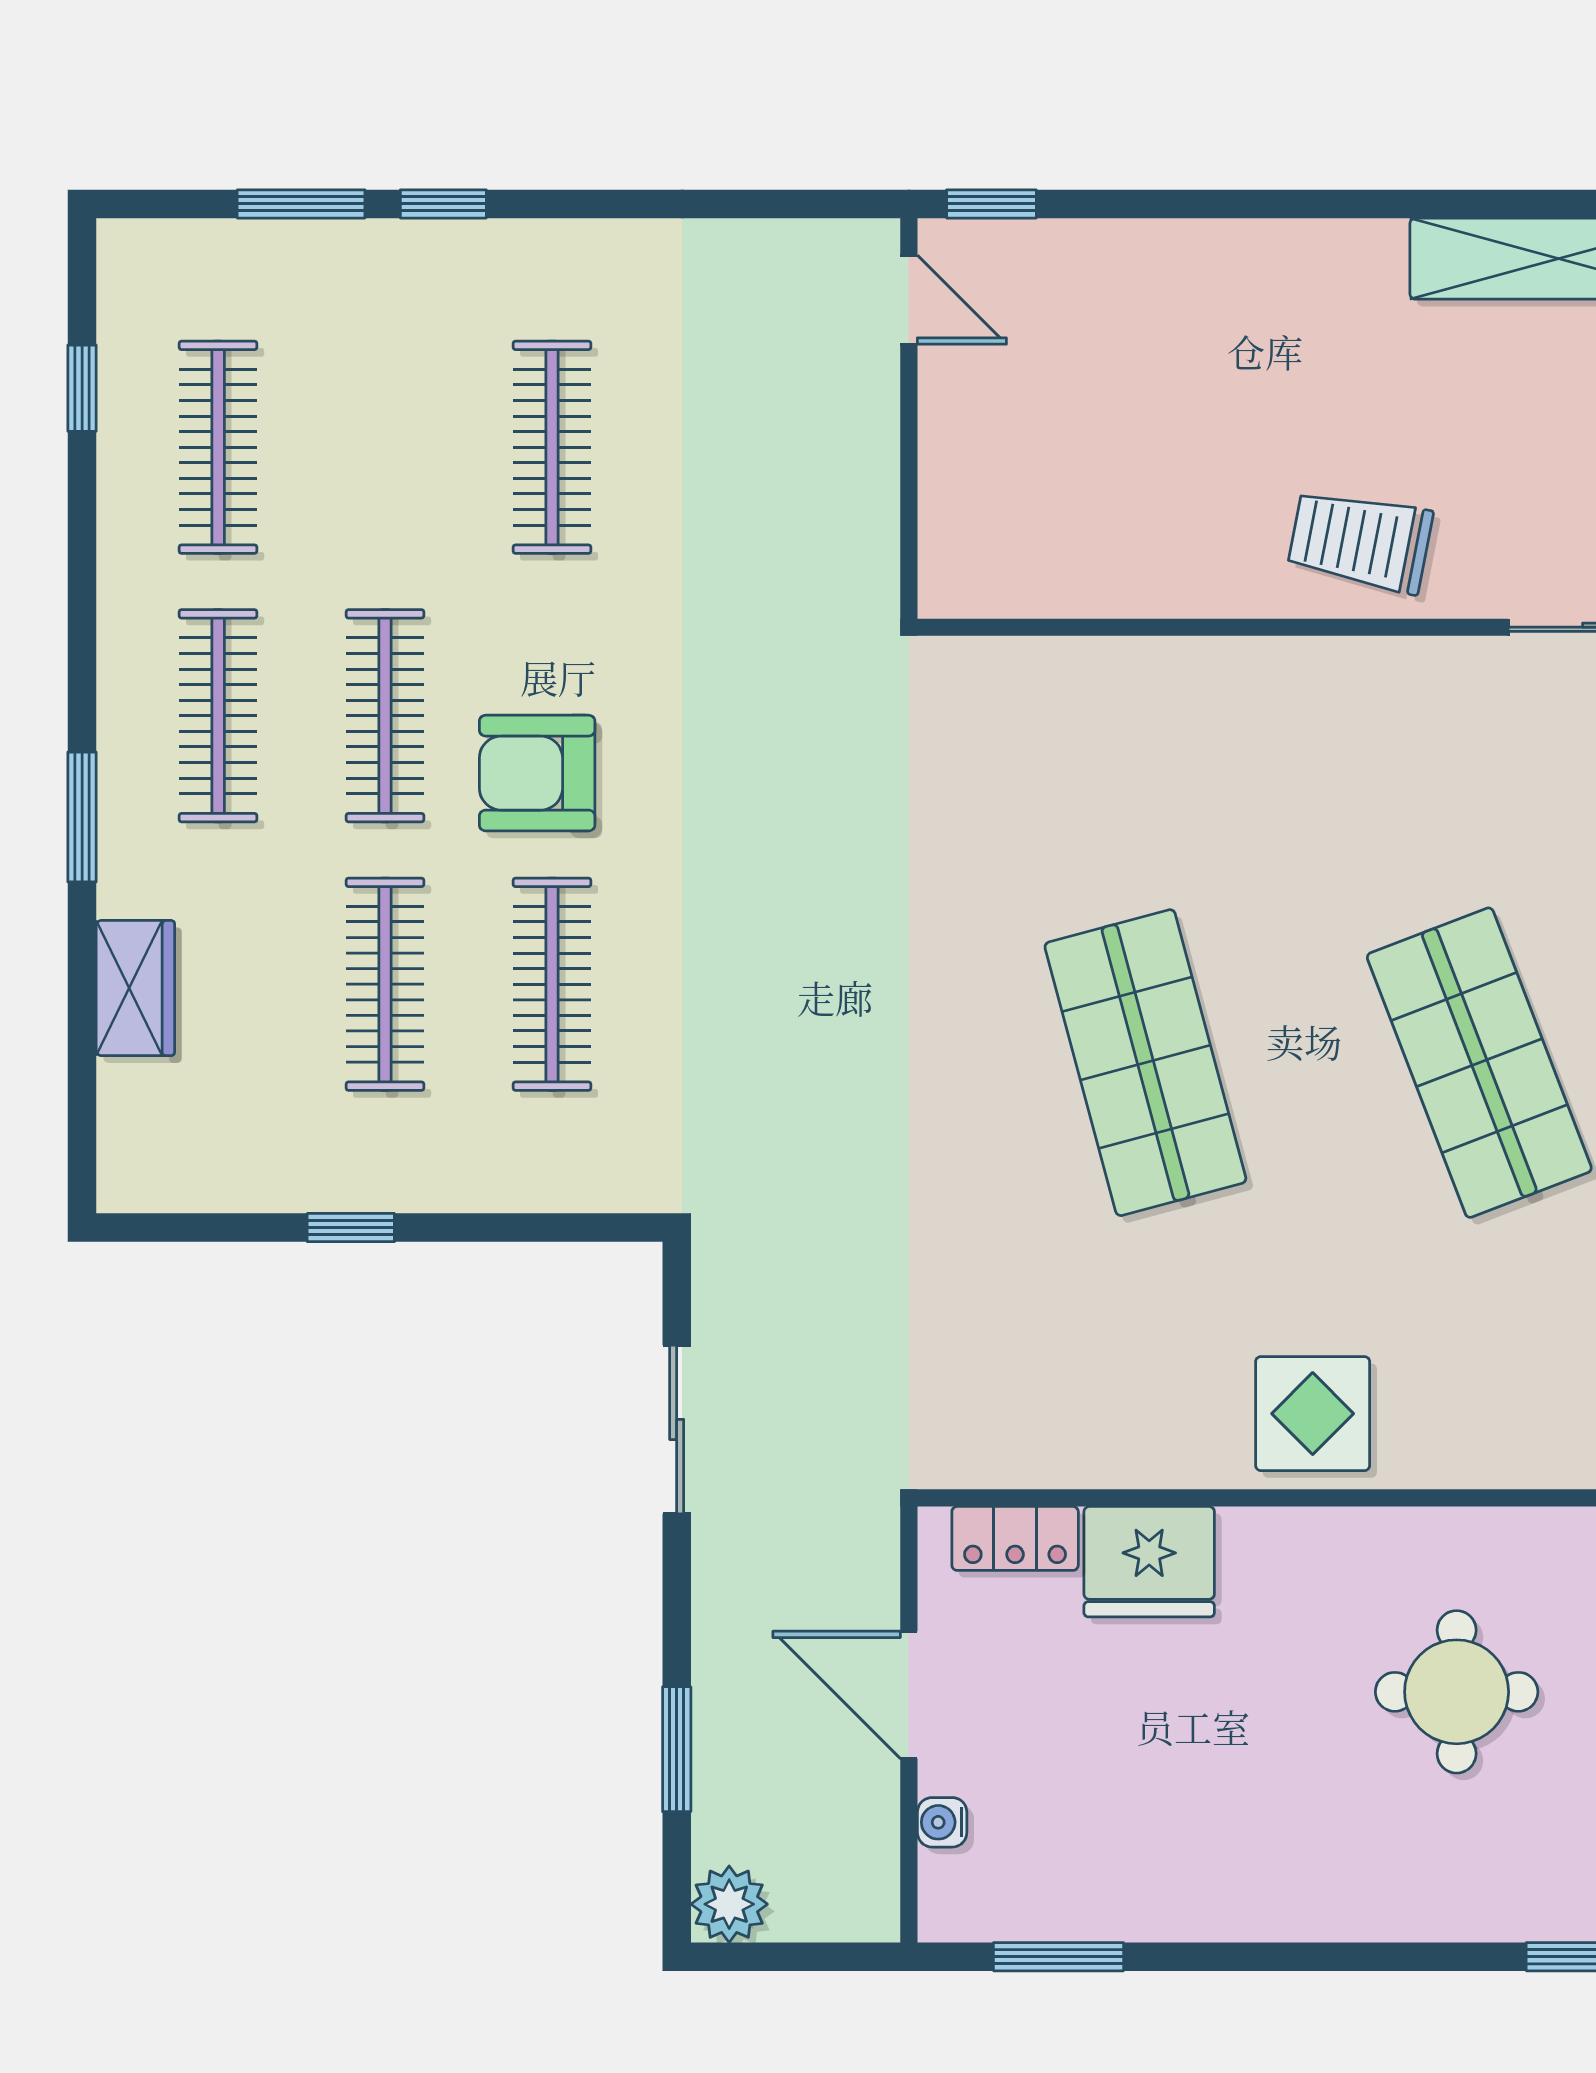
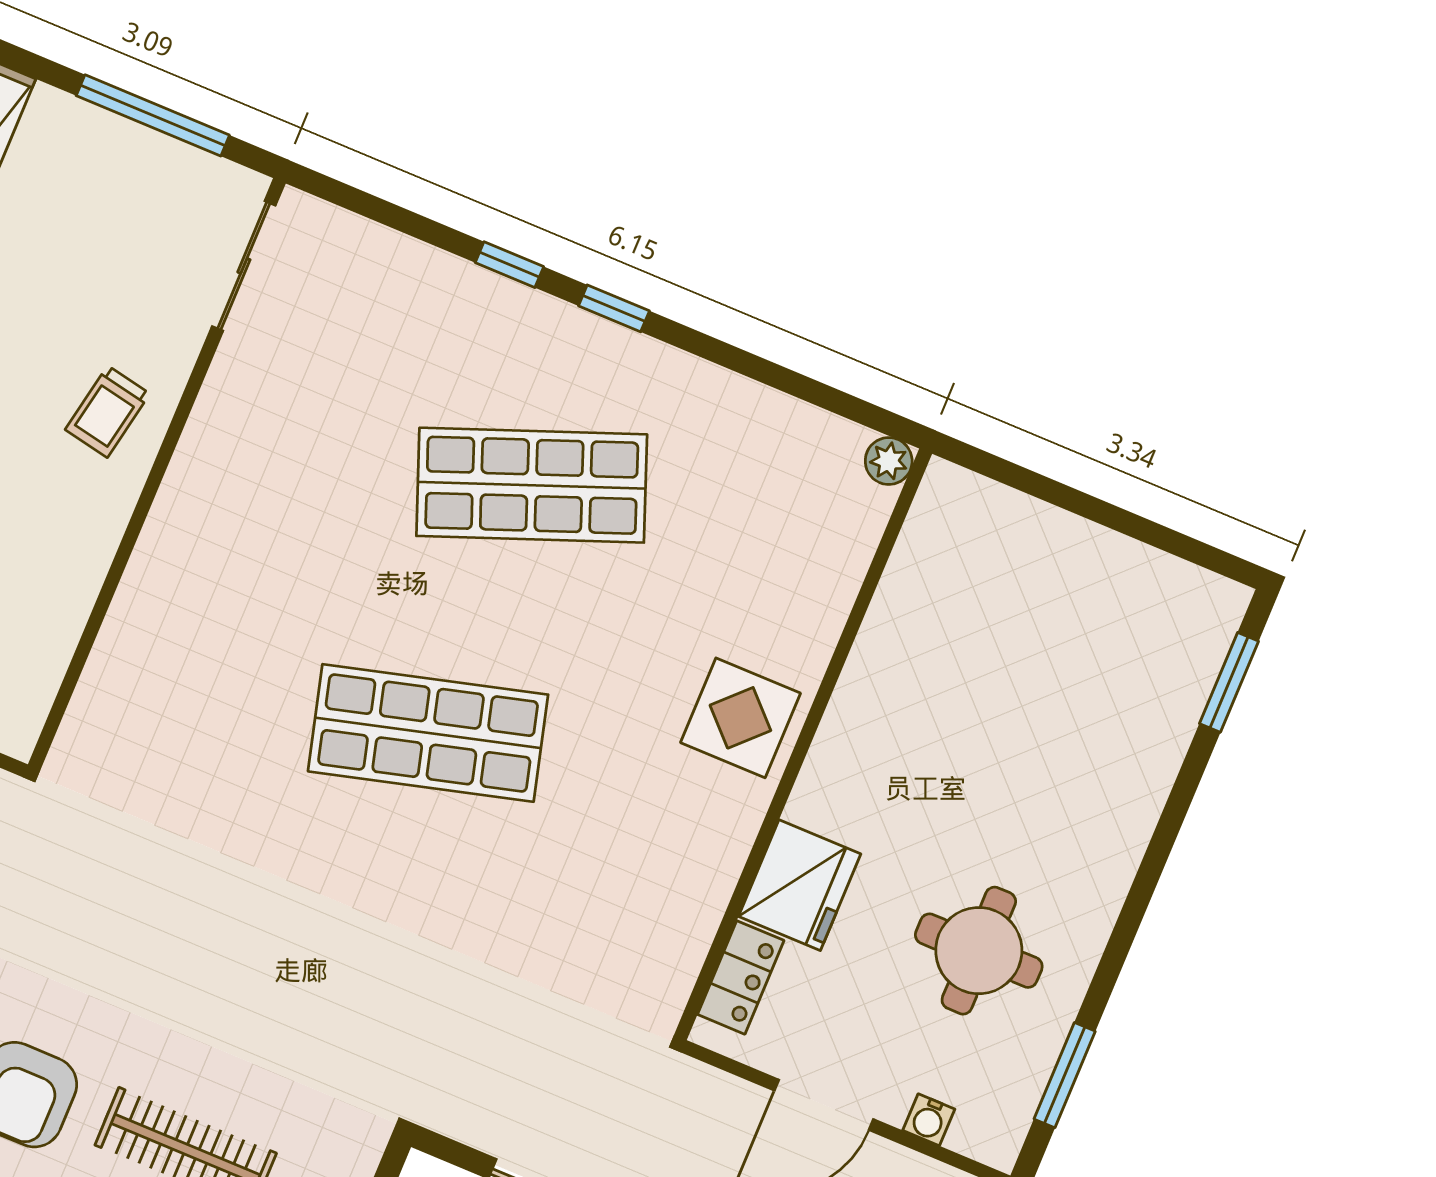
trolley: (1360, 541) -> (107, 412), width x0.73, depth x0.72
round table: (1457, 1692) -> (979, 951), moved

